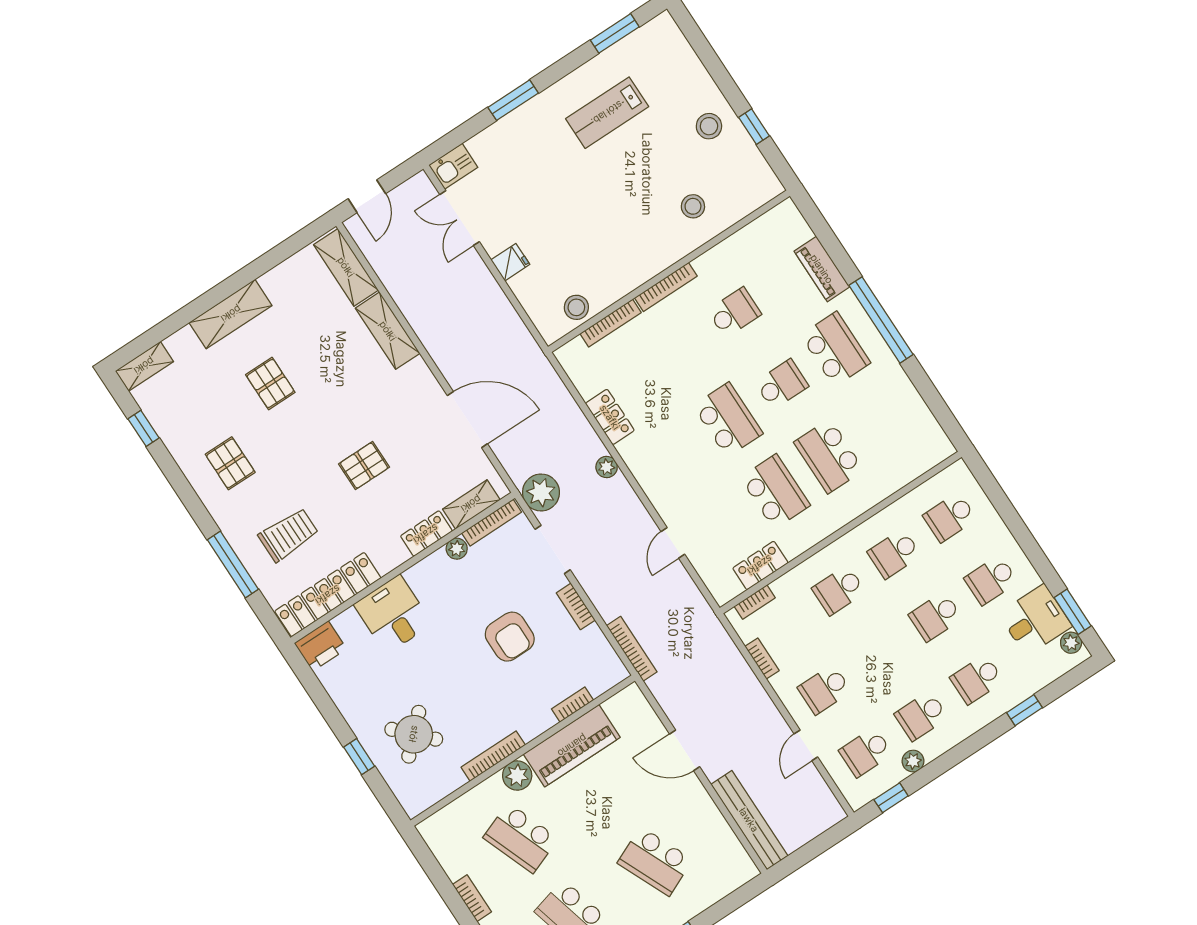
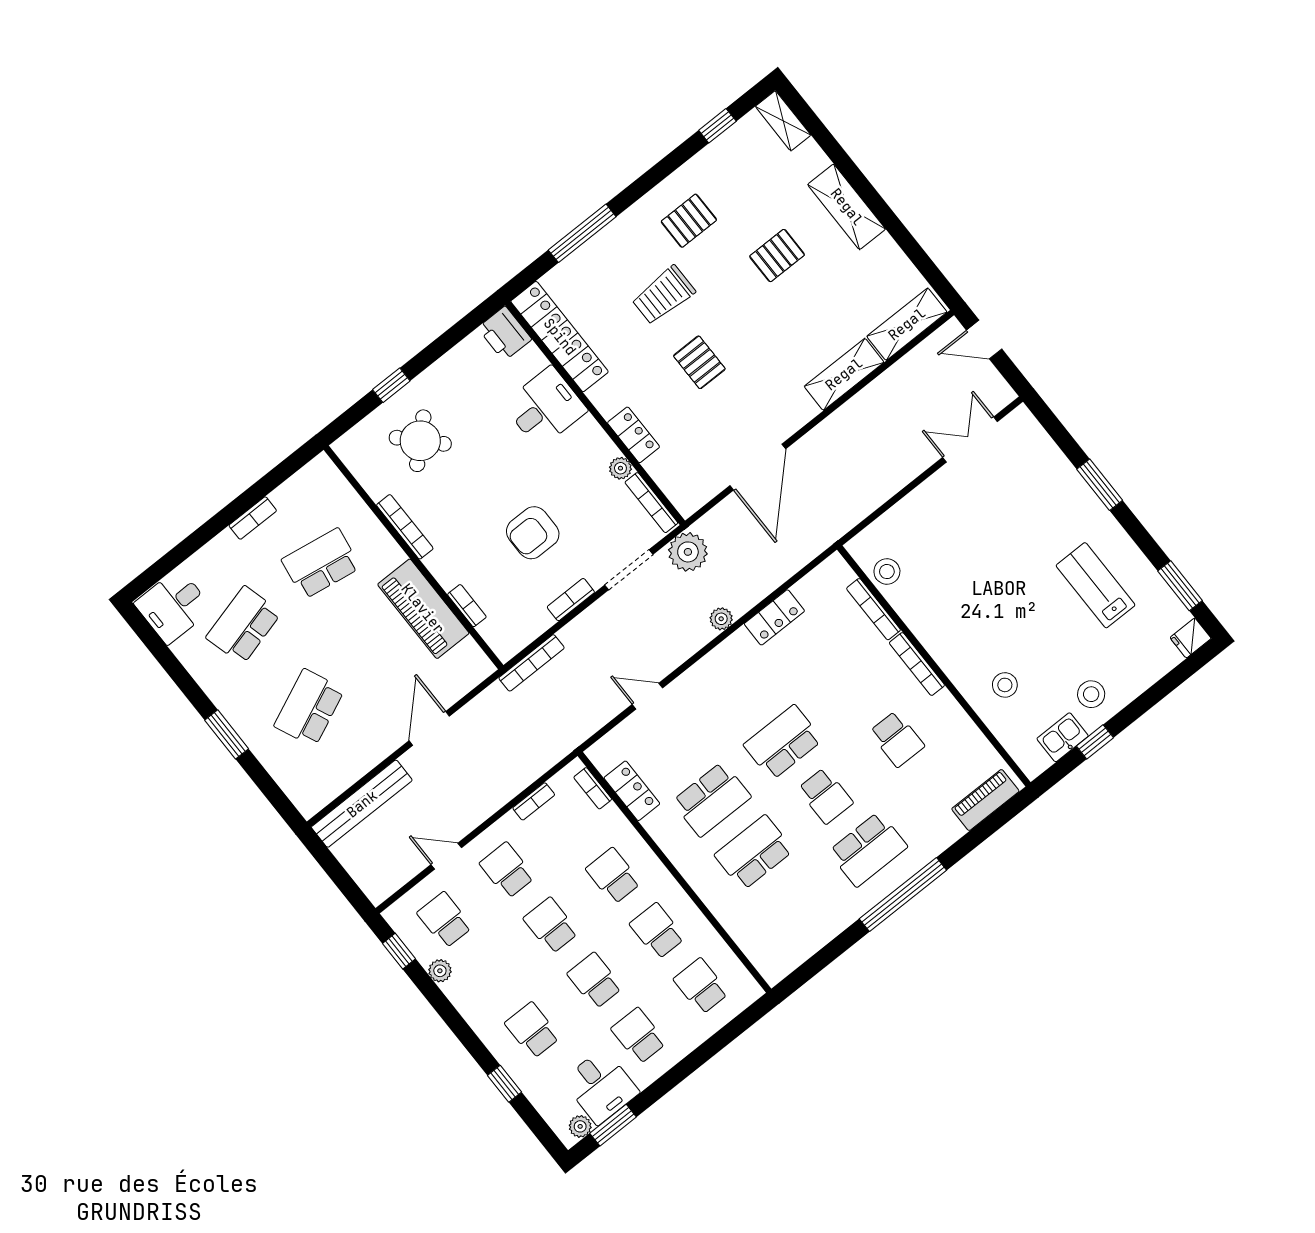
kitchen sink: (453, 166) -> (1063, 737), moved, turned 90
fridge: (510, 262) -> (1191, 638), moved, turned 90
piano: (822, 269) -> (985, 800), moved
school desk: (728, 420) -> (783, 742), turned 180
shelving: (471, 504) -> (669, 480), removed
trolley: (288, 535) -> (663, 295), moved, turned 90
school desk: (921, 716) -> (551, 926), moved
plant: (517, 775) -> (387, 554), removed
school desk: (521, 838) -> (321, 564), turned 30

